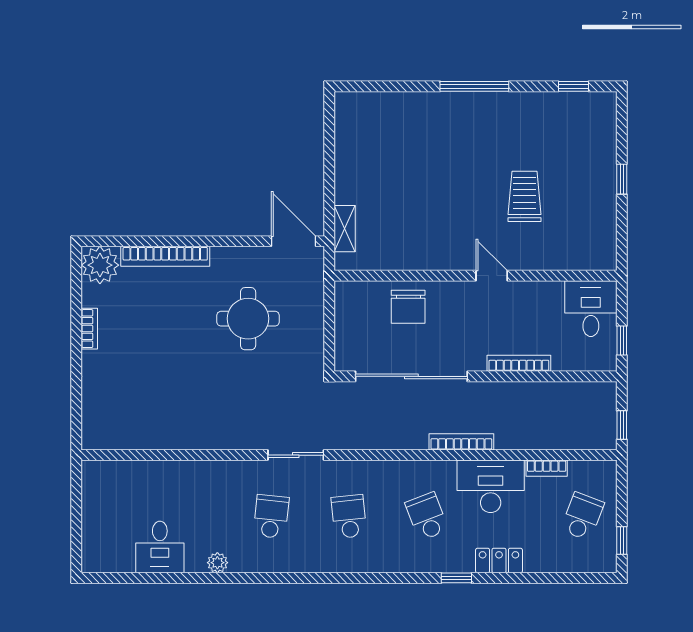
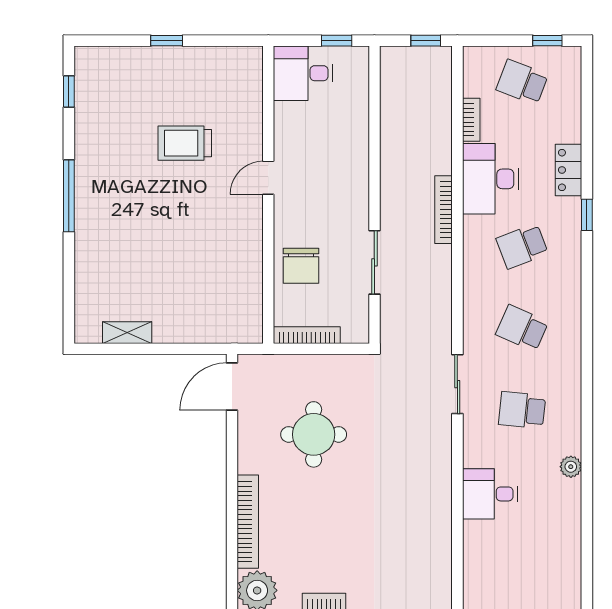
shelving: (345, 229) -> (127, 333), moved
chair: (408, 307) -> (301, 266), turned 90
bookcase: (519, 363) -> (307, 335), moved, turned 90
sliding door: (411, 376) -> (374, 262), width x0.54
school desk: (349, 516) -> (522, 328), turned 30
desk: (160, 547) -> (490, 494), moved, turned 180

